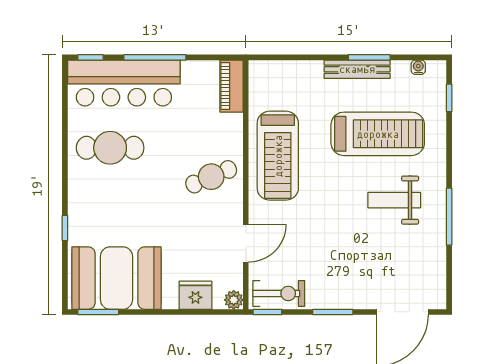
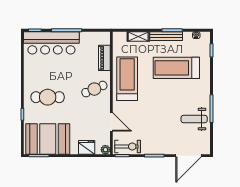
shelving: (300, 70) -> (138, 37), added
piano: (232, 86) -> (104, 58), moved
treadmill: (378, 134) -> (176, 68), turned 180
cafe table: (110, 148) -> (48, 97), moved
treadmill: (278, 156) -> (127, 79), turned 180
weight bench: (394, 200) -> (194, 119), moved
door: (246, 243) -> (111, 122), hinge flipped

